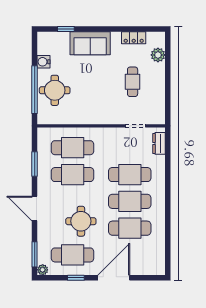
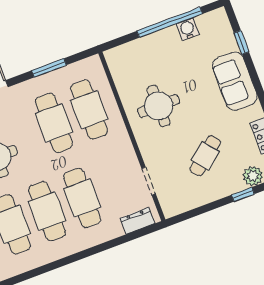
window: (168, 66) -> (243, 194), added
cafe table: (133, 82) -> (205, 156), turned -39
window: (35, 90) -> (170, 22), moved
round table: (55, 90) -> (159, 106), moved

